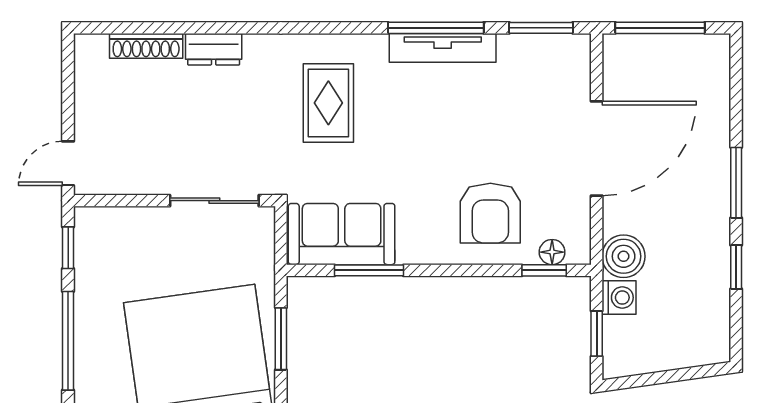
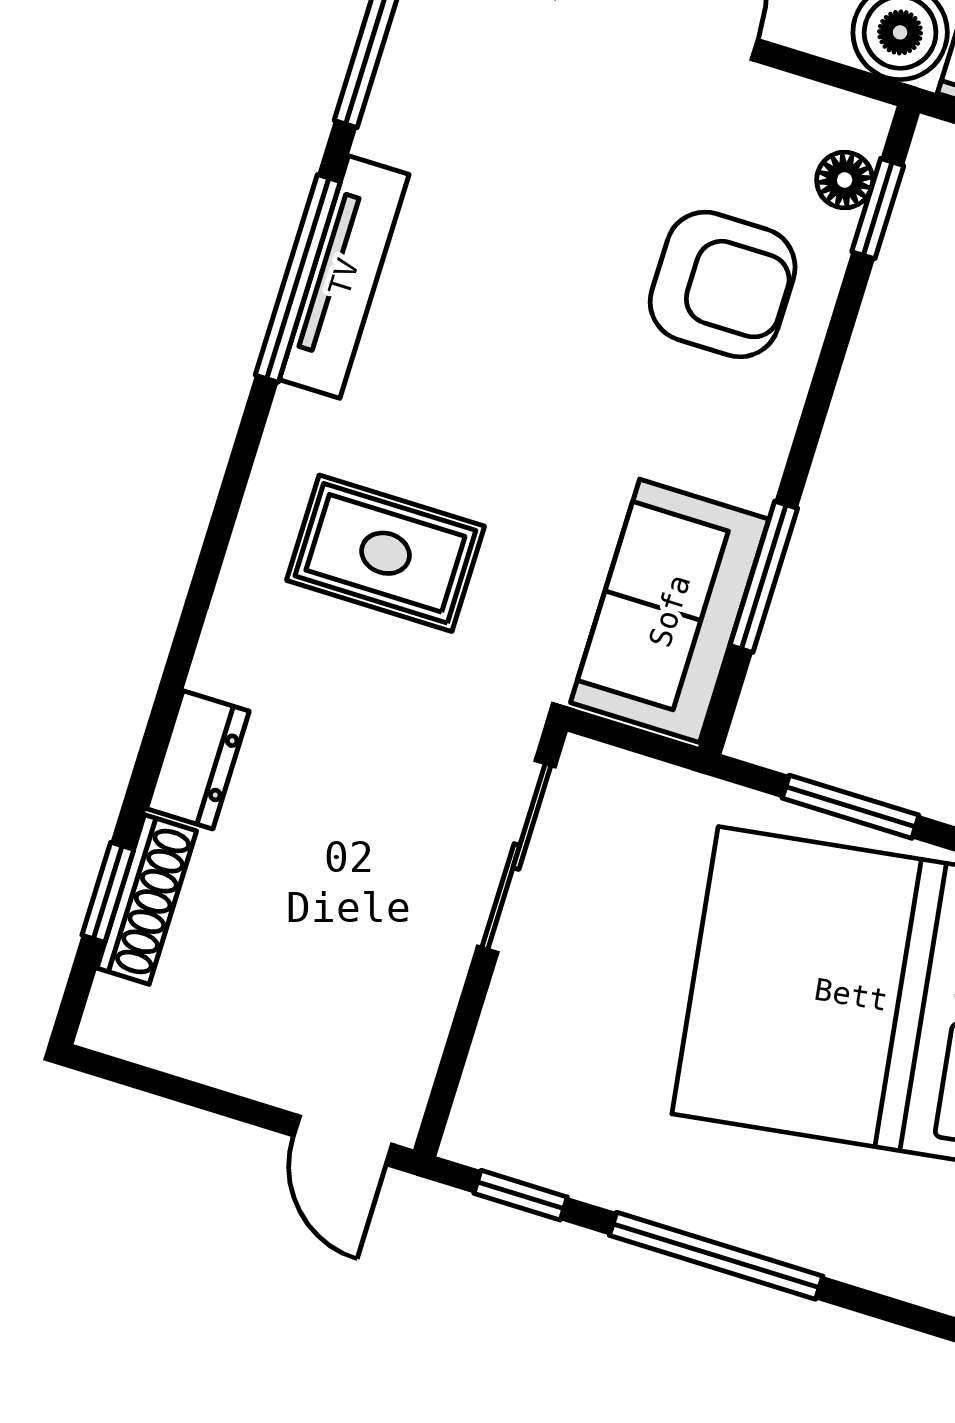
window: (144, 28) -> (108, 892), added

